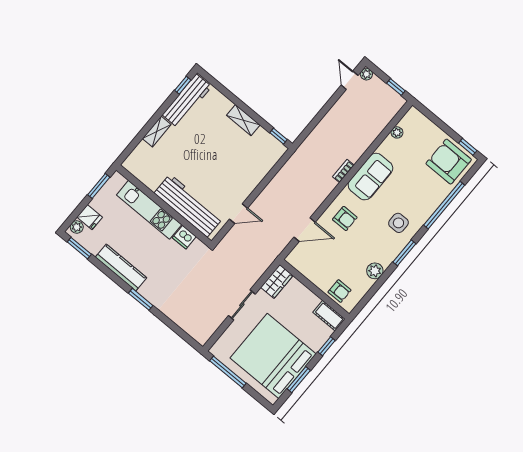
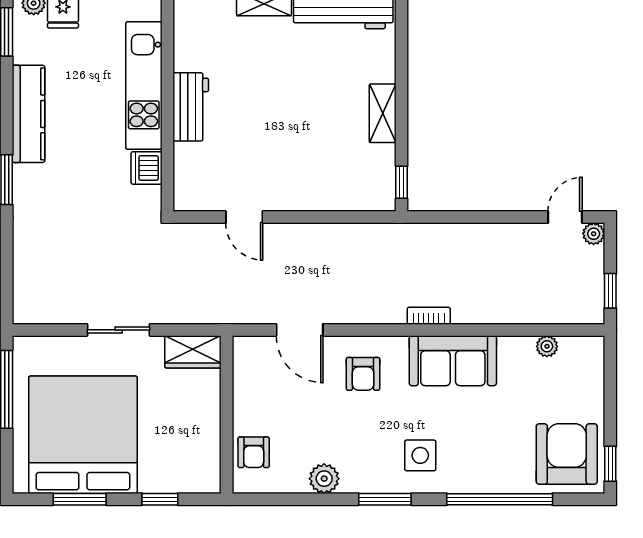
workbench: (189, 206) -> (191, 107), width x0.53, depth x0.76
cot: (329, 316) -> (206, 467), removed

